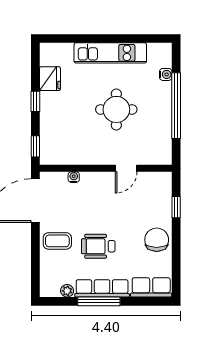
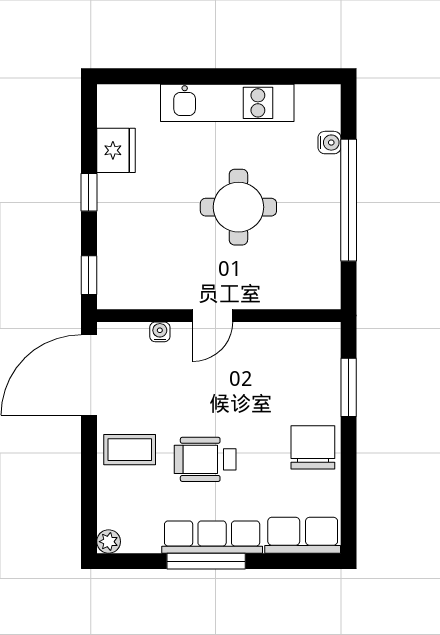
door: (126, 168) -> (213, 316), moved
window: (176, 207) -> (349, 387), width x1.50
plant: (67, 291) -> (109, 542), moved

